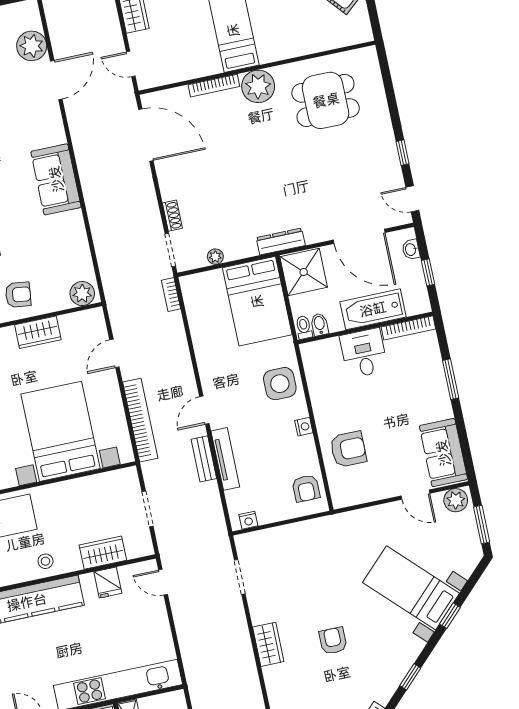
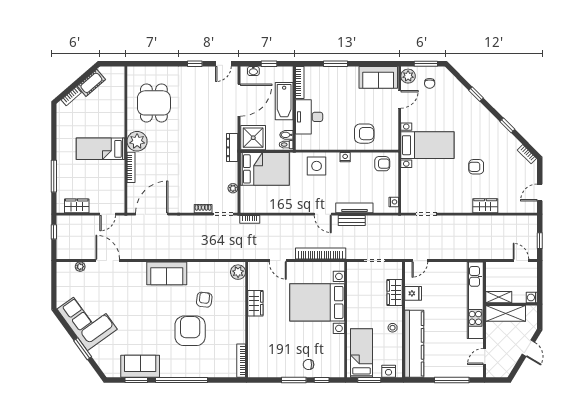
plant: (32, 46) -> (80, 267), width x0.53, depth x0.53
armchair: (18, 295) -> (204, 300), moved
desk: (364, 353) -> (309, 117), width x1.37
armchair: (348, 449) -> (364, 134), turned 90
chair: (451, 537) -> (430, 83), added
bed with nightstands: (411, 588) -> (427, 145), moved, turned -135
wardrobe: (268, 644) -> (485, 206), moved

